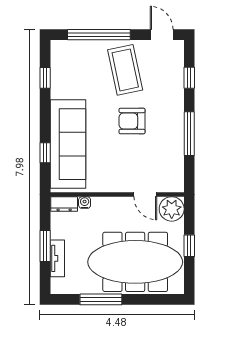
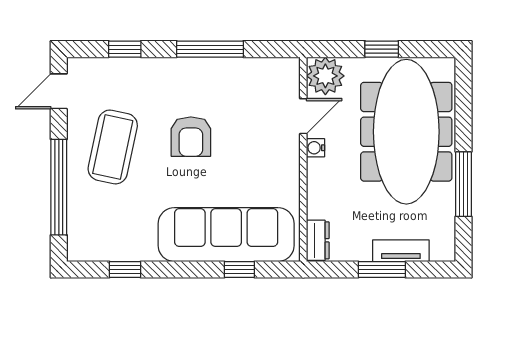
coffee table: (125, 70) -> (113, 147), turned -66
water cooler: (85, 203) -> (316, 148), moved

